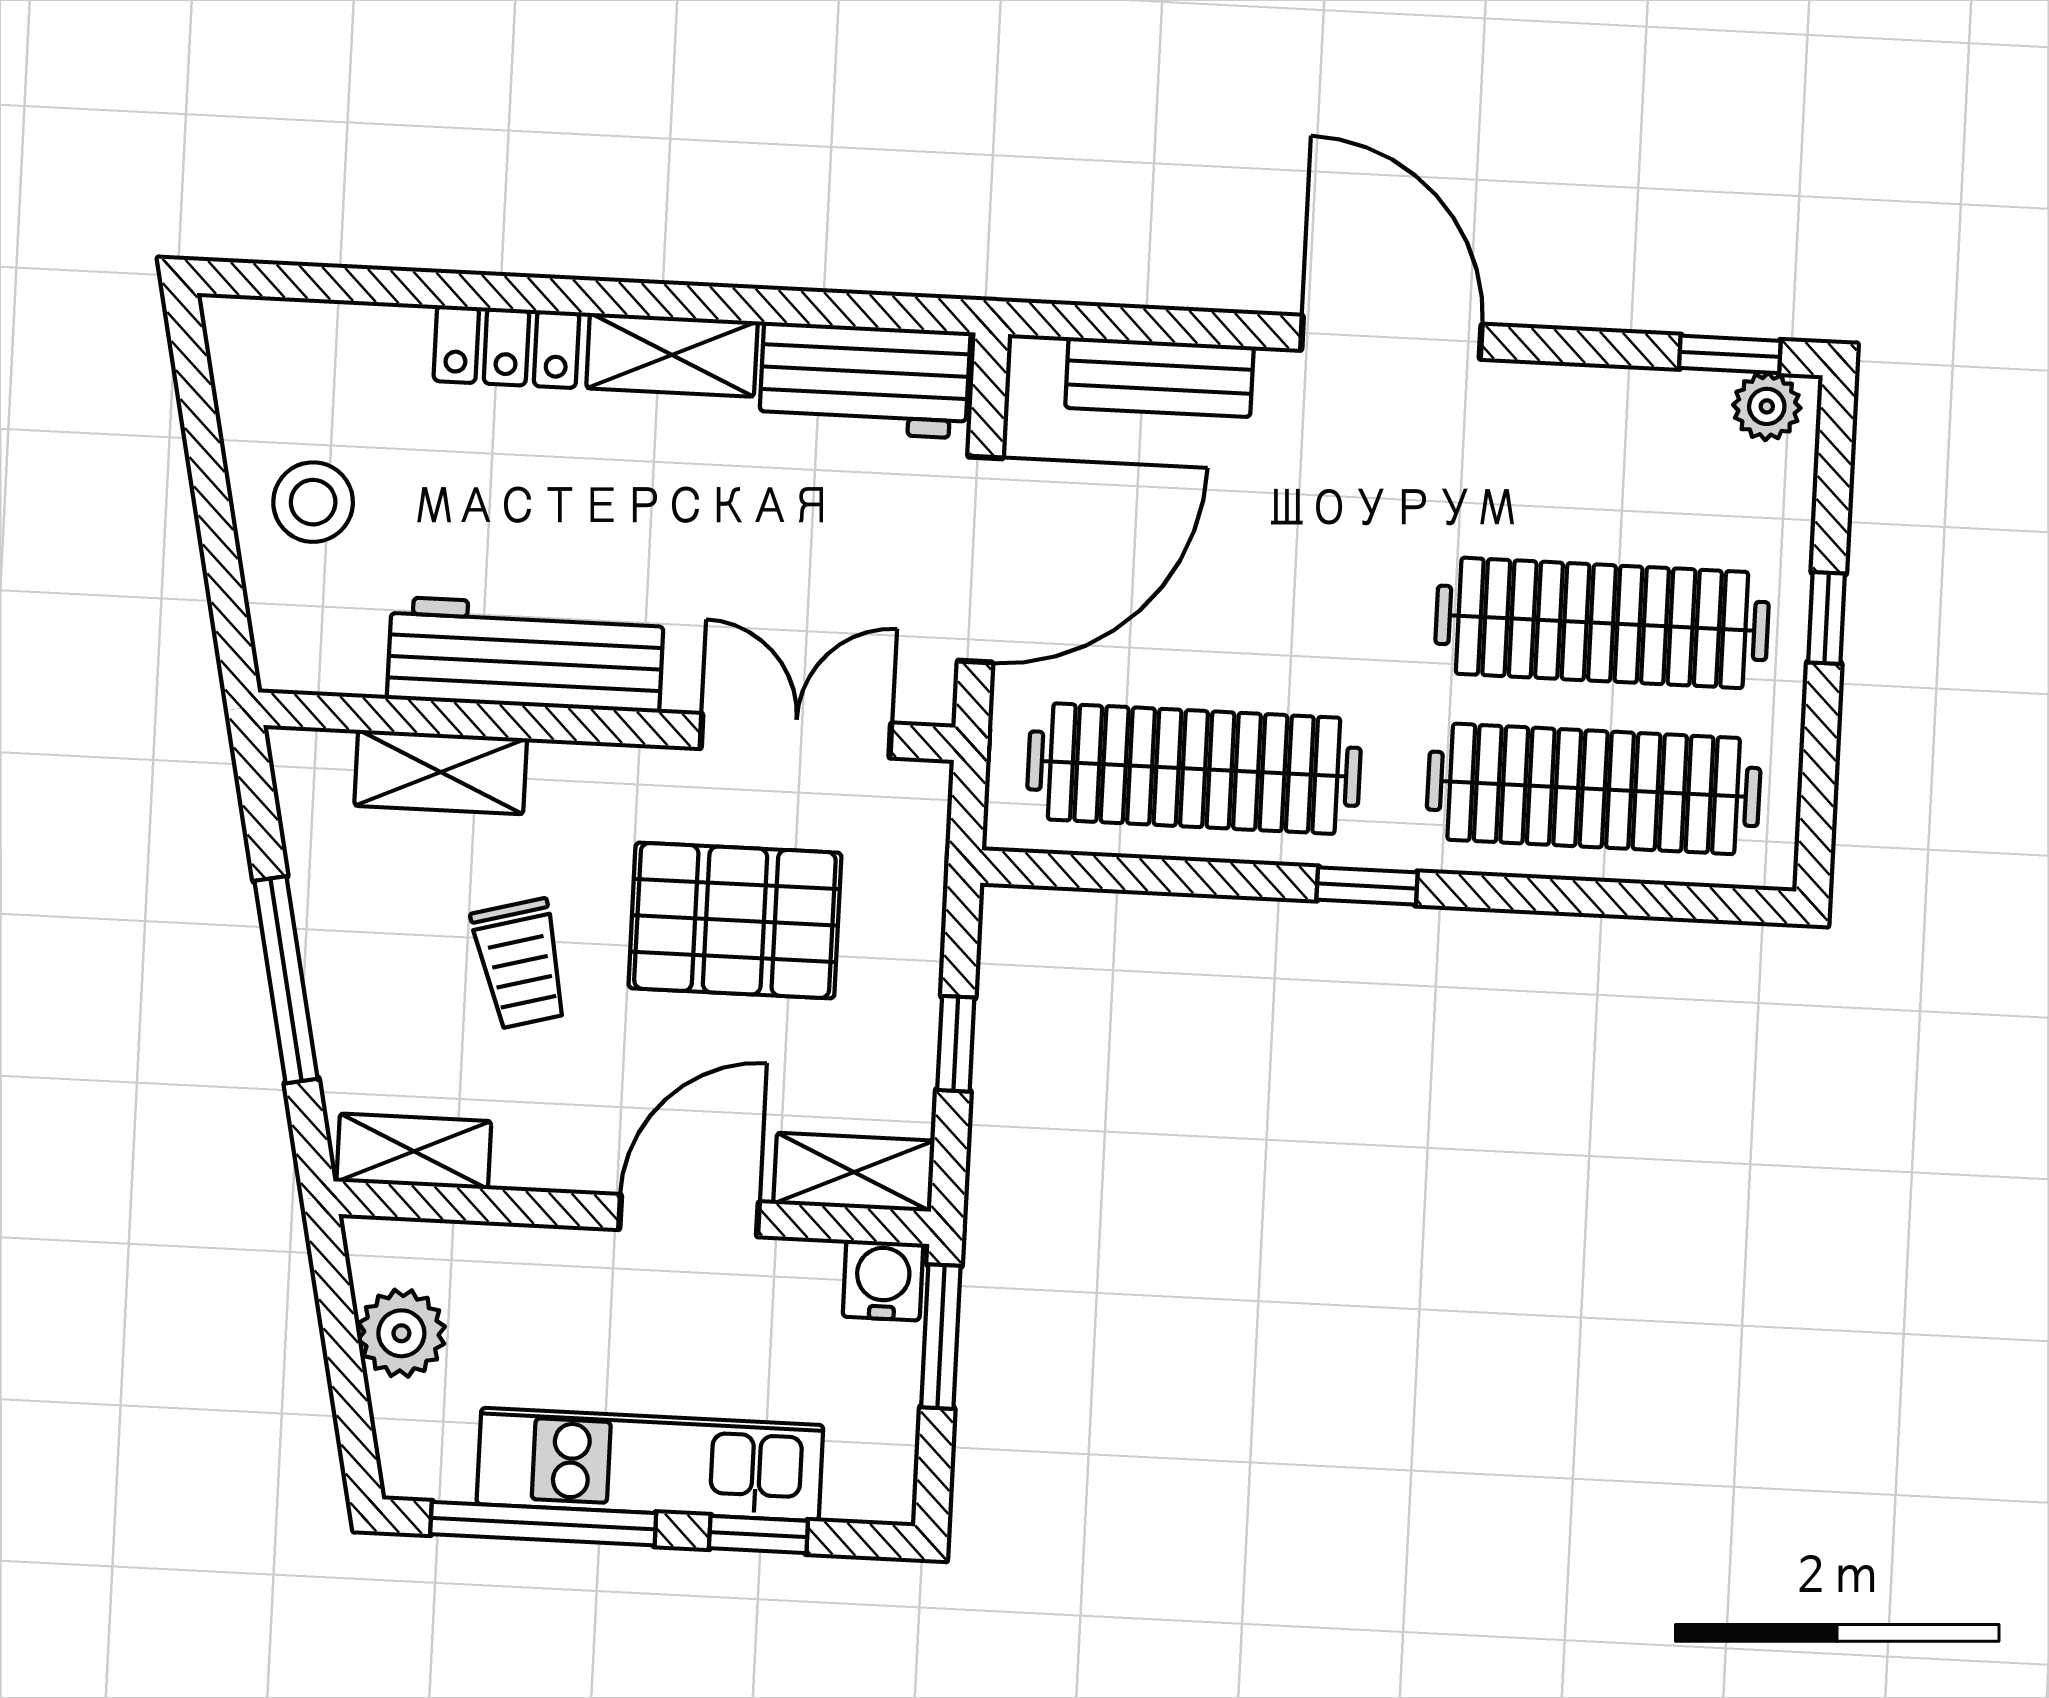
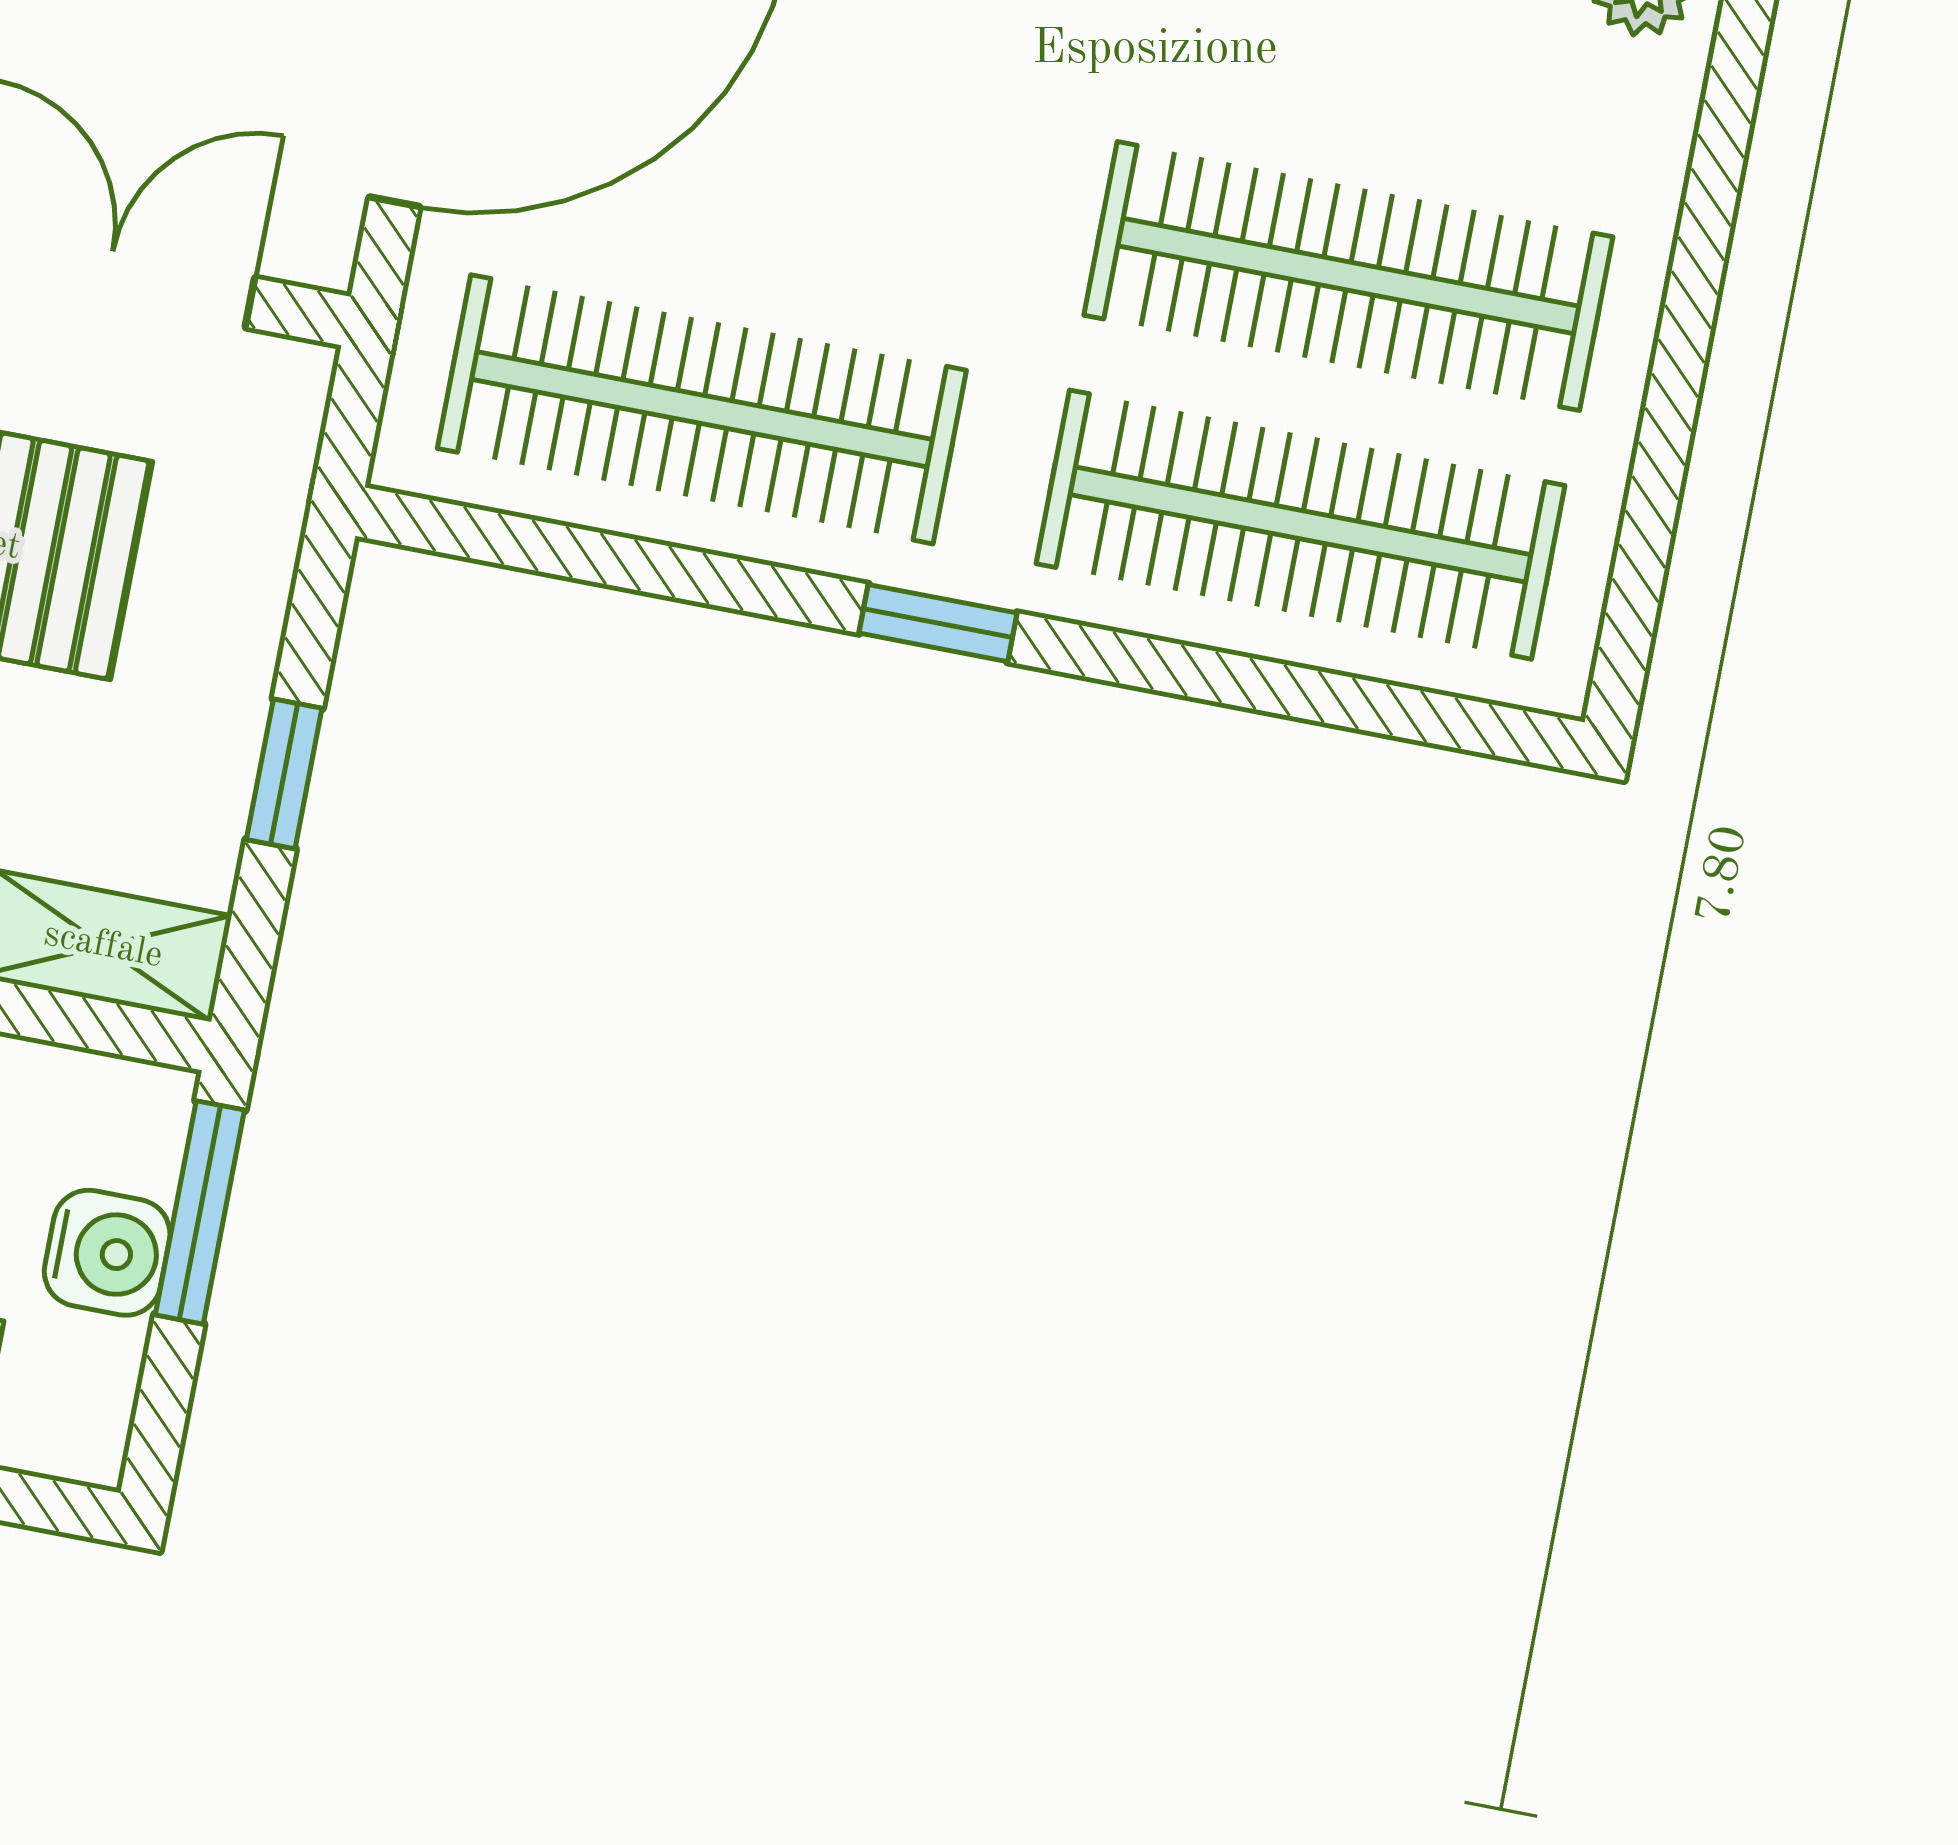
window: (1827, 618) -> (1688, 316), removed
water cooler: (883, 1280) -> (107, 1253), moved, turned 90

